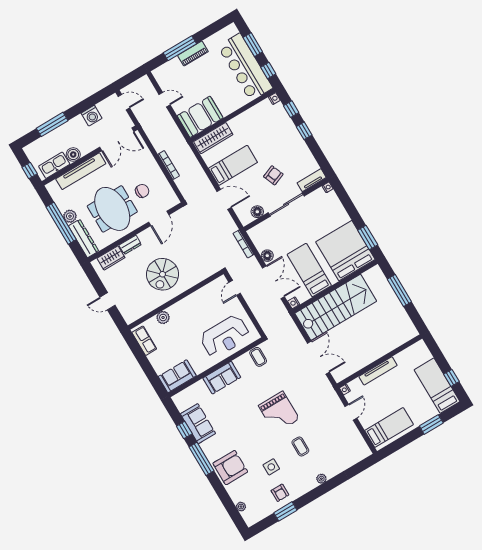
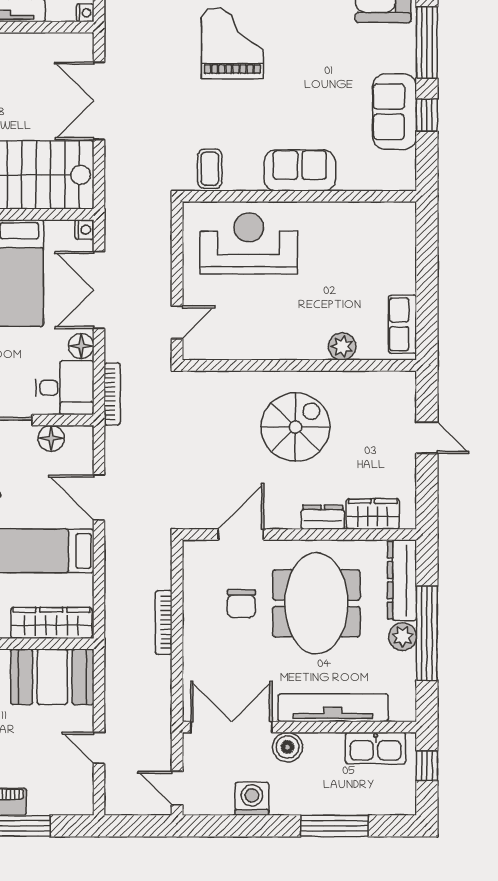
boiler: (73, 155) -> (288, 747), moved
chair: (142, 191) -> (241, 604), turned -90
desk: (264, 235) -> (65, 388), added
sofa: (177, 376) -> (381, 222), removed

